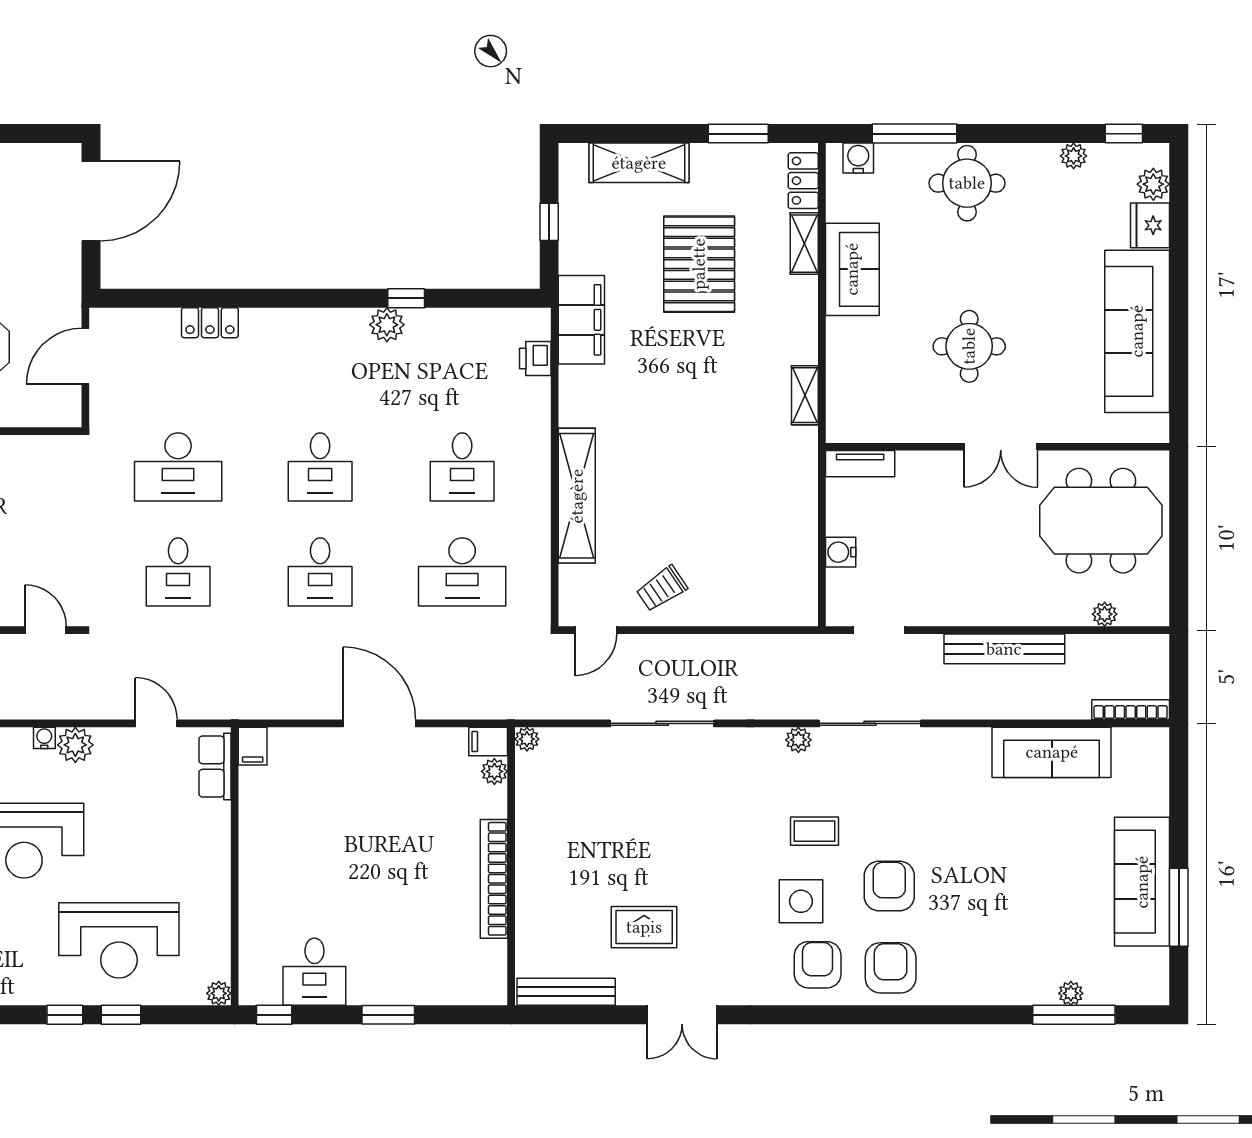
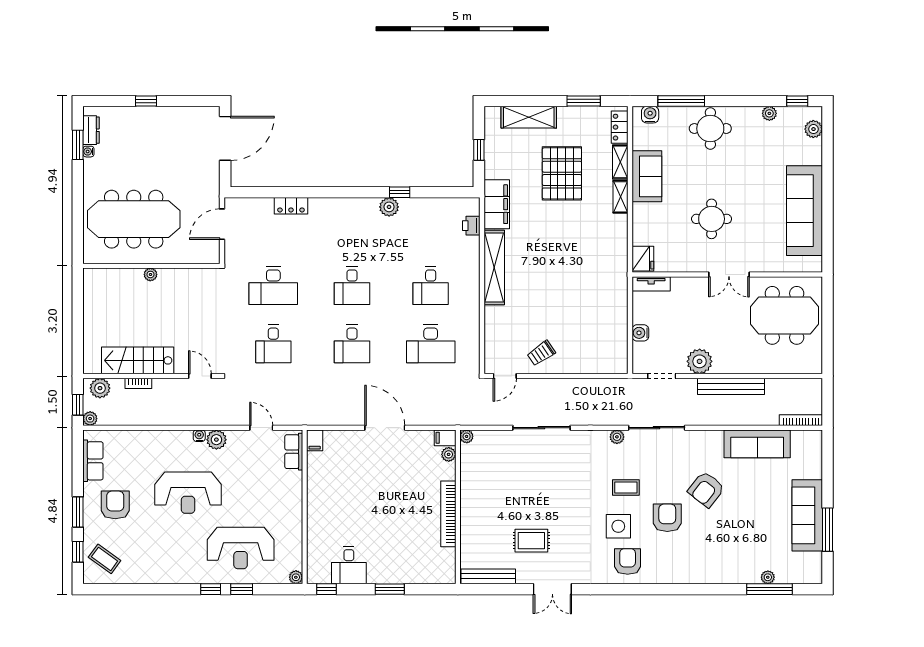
fridge: (1150, 225) -> (643, 259), moved, turned 180
shelving: (805, 395) -> (621, 197), moved
shelving: (577, 496) -> (494, 268), moved
plant: (1105, 614) -> (700, 361), moved, width x1.88, depth x1.88
armchair: (891, 968) -> (706, 489), moved, turned -142

